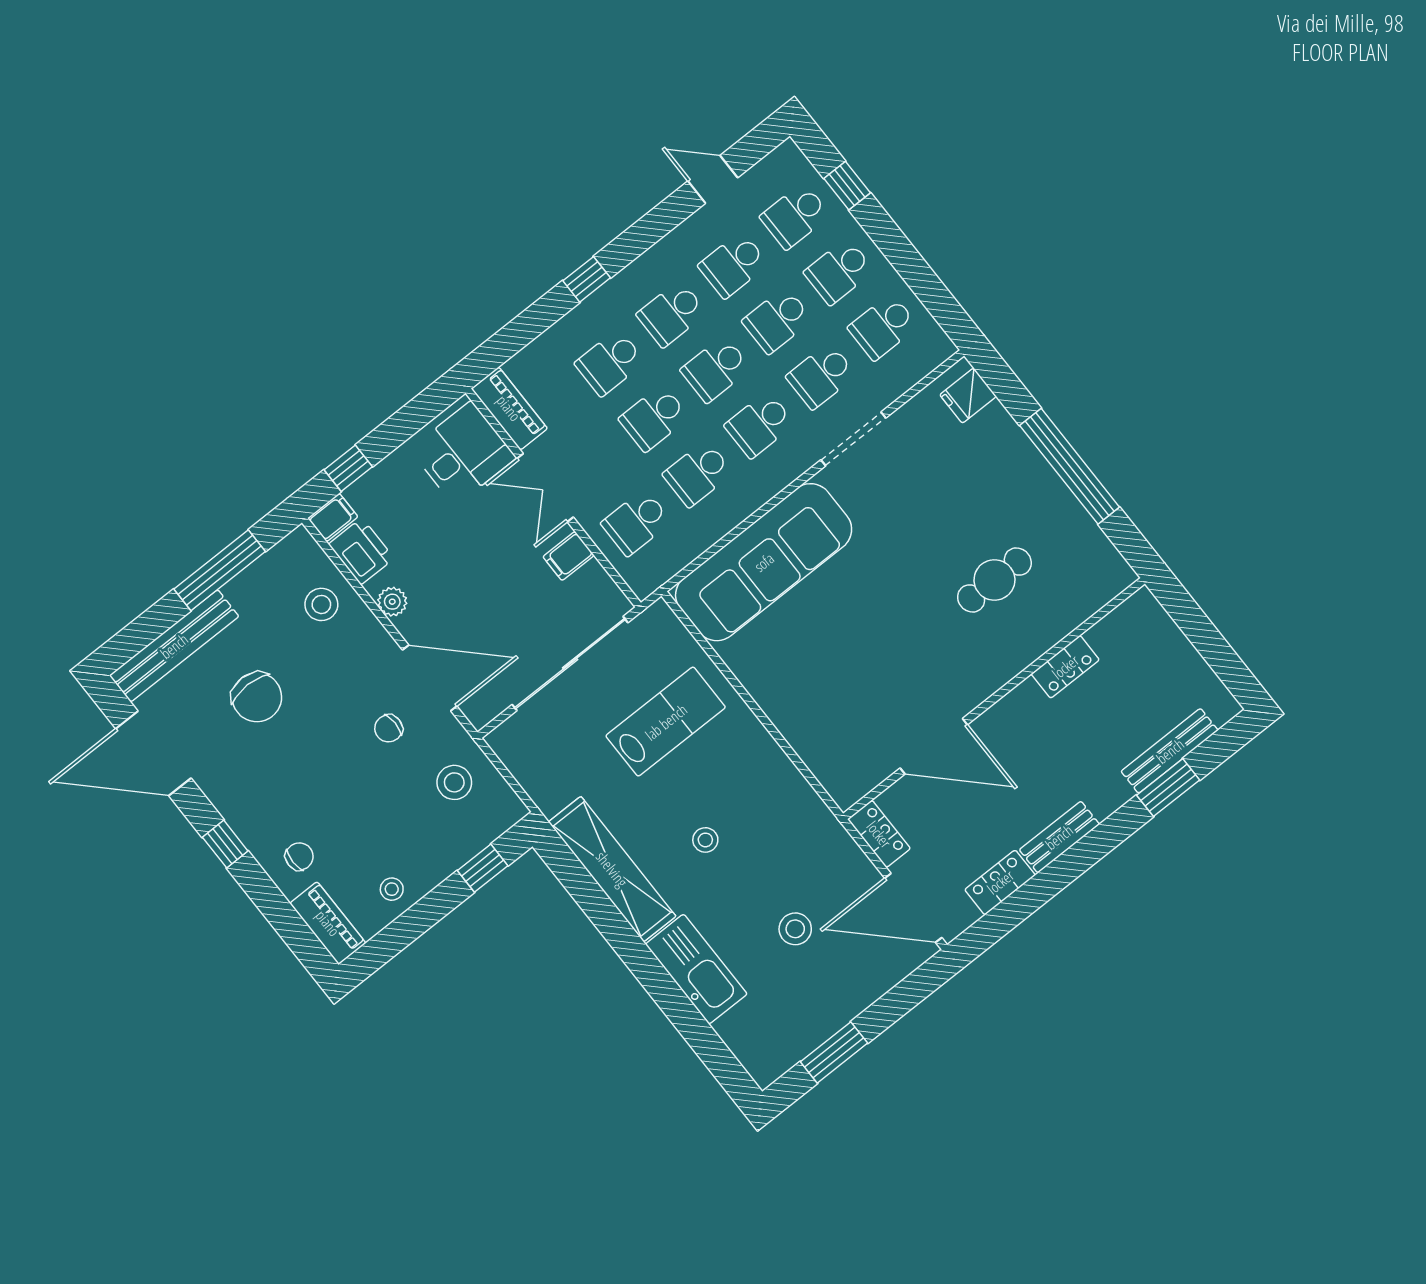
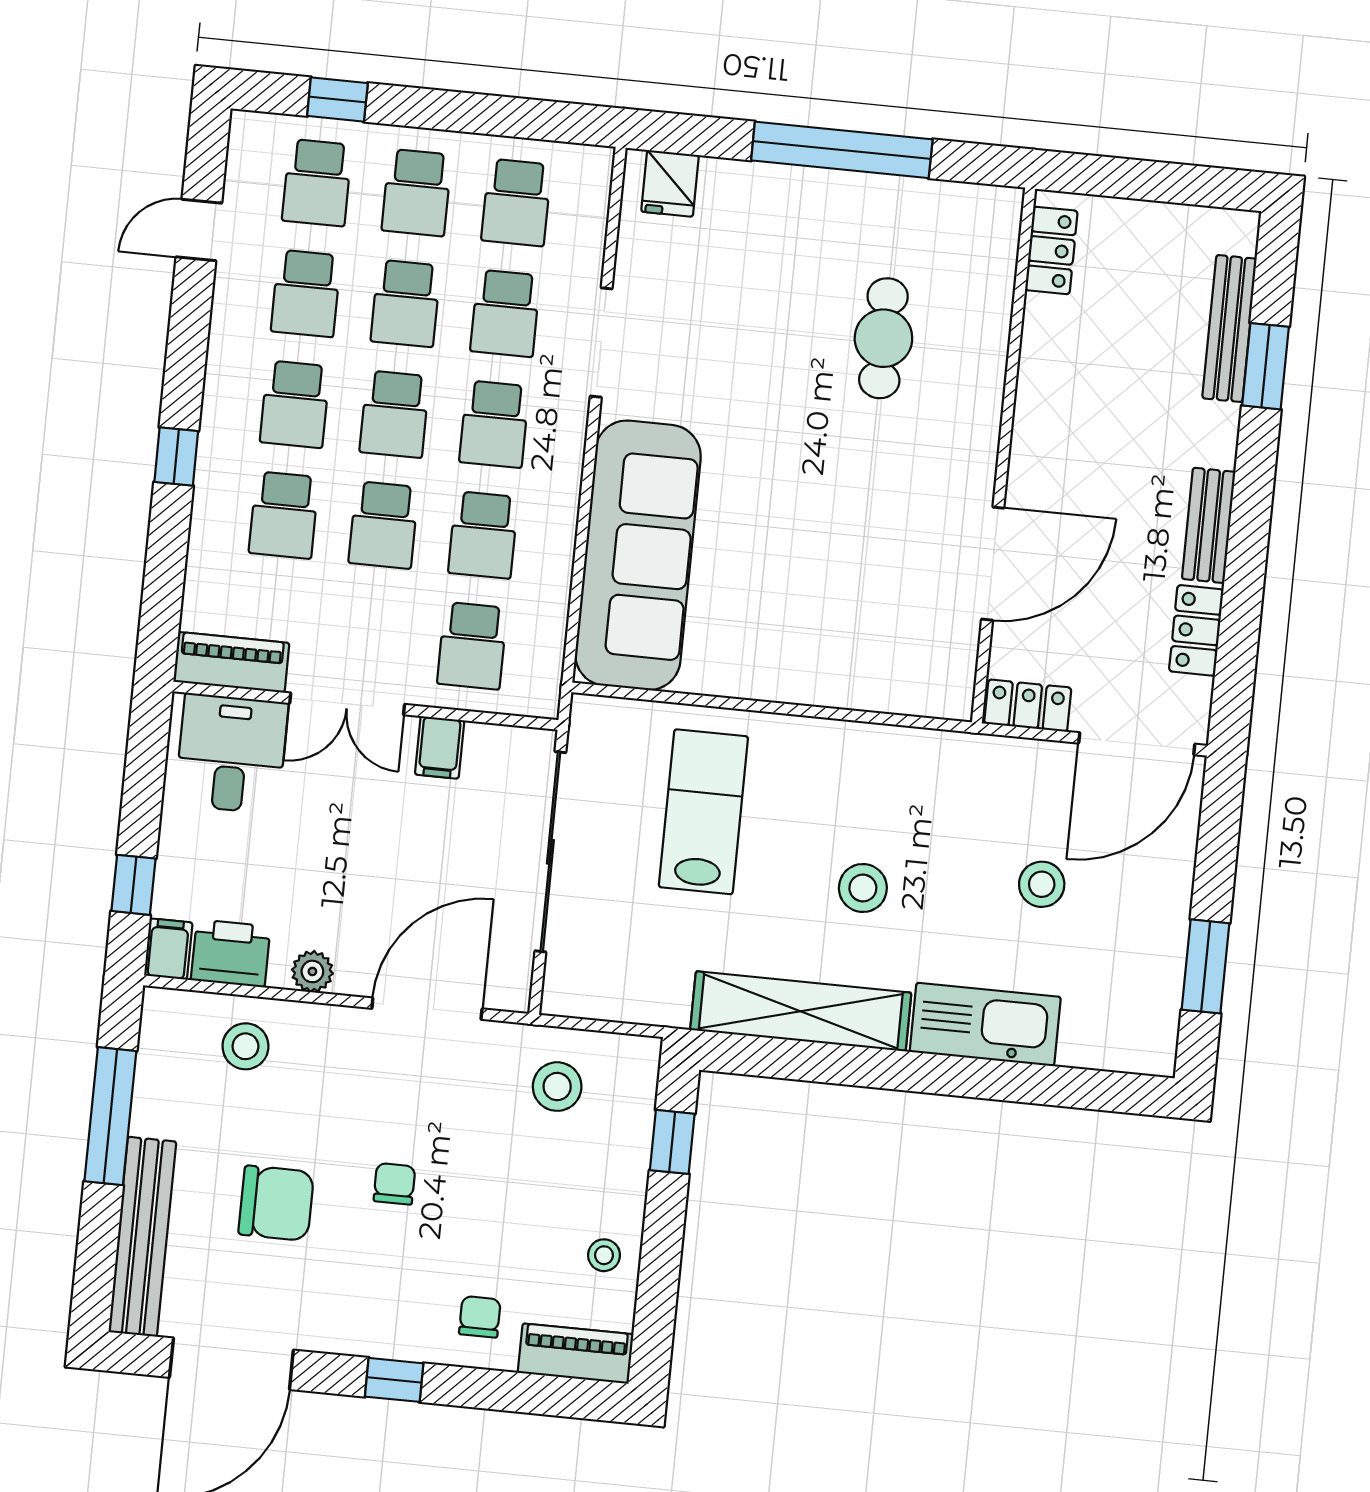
locker: (1065, 667) -> (1051, 250), moved
chair: (389, 728) -> (394, 1184), moved, turned 180
stool: (705, 840) -> (863, 888), width x1.37, depth x1.37

